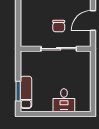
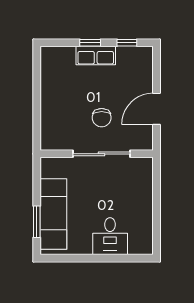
exam couch: (26, 92) -> (53, 214), width x1.36, depth x1.45

